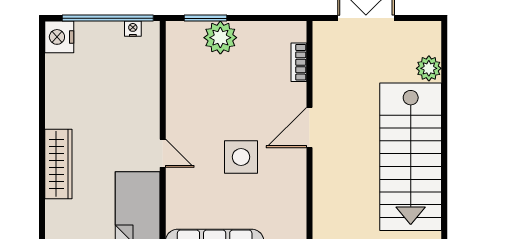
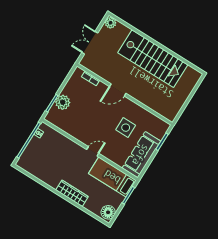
nightstand: (59, 37) -> (24, 163), removed
plant: (429, 68) -> (111, 23), moved
door: (309, 128) -> (118, 90), hinge flipped
side table: (241, 157) -> (126, 128), moved

